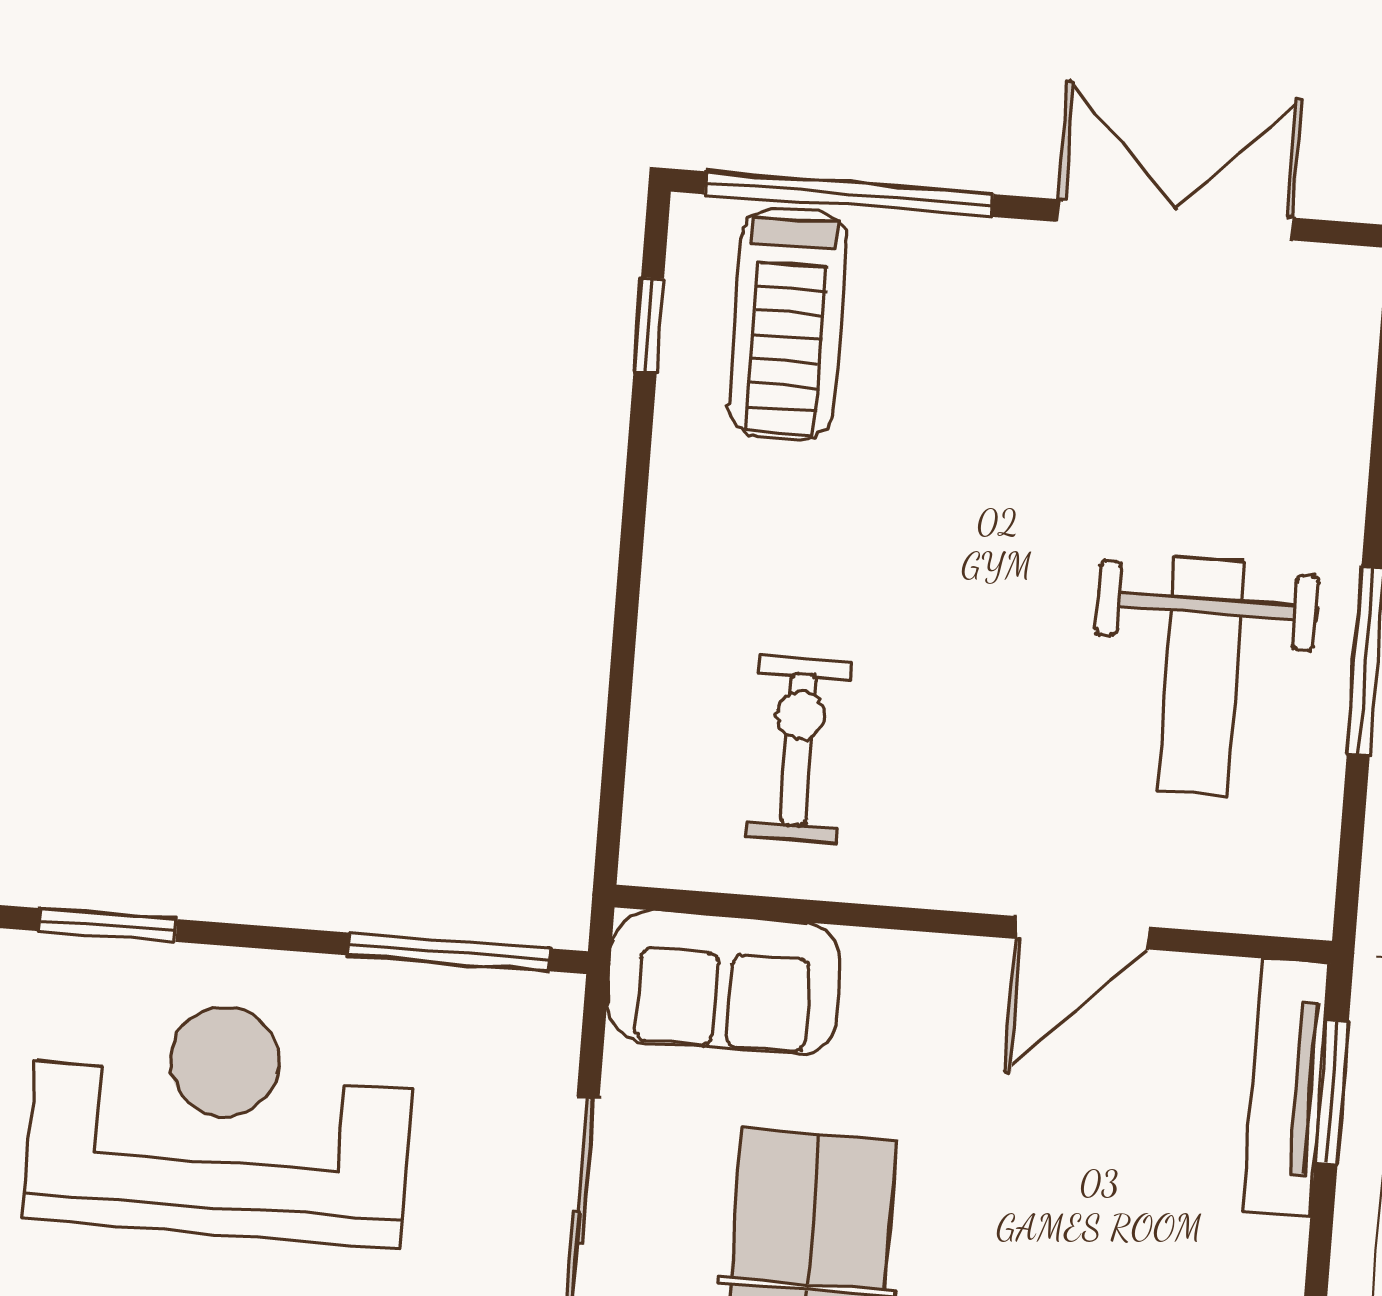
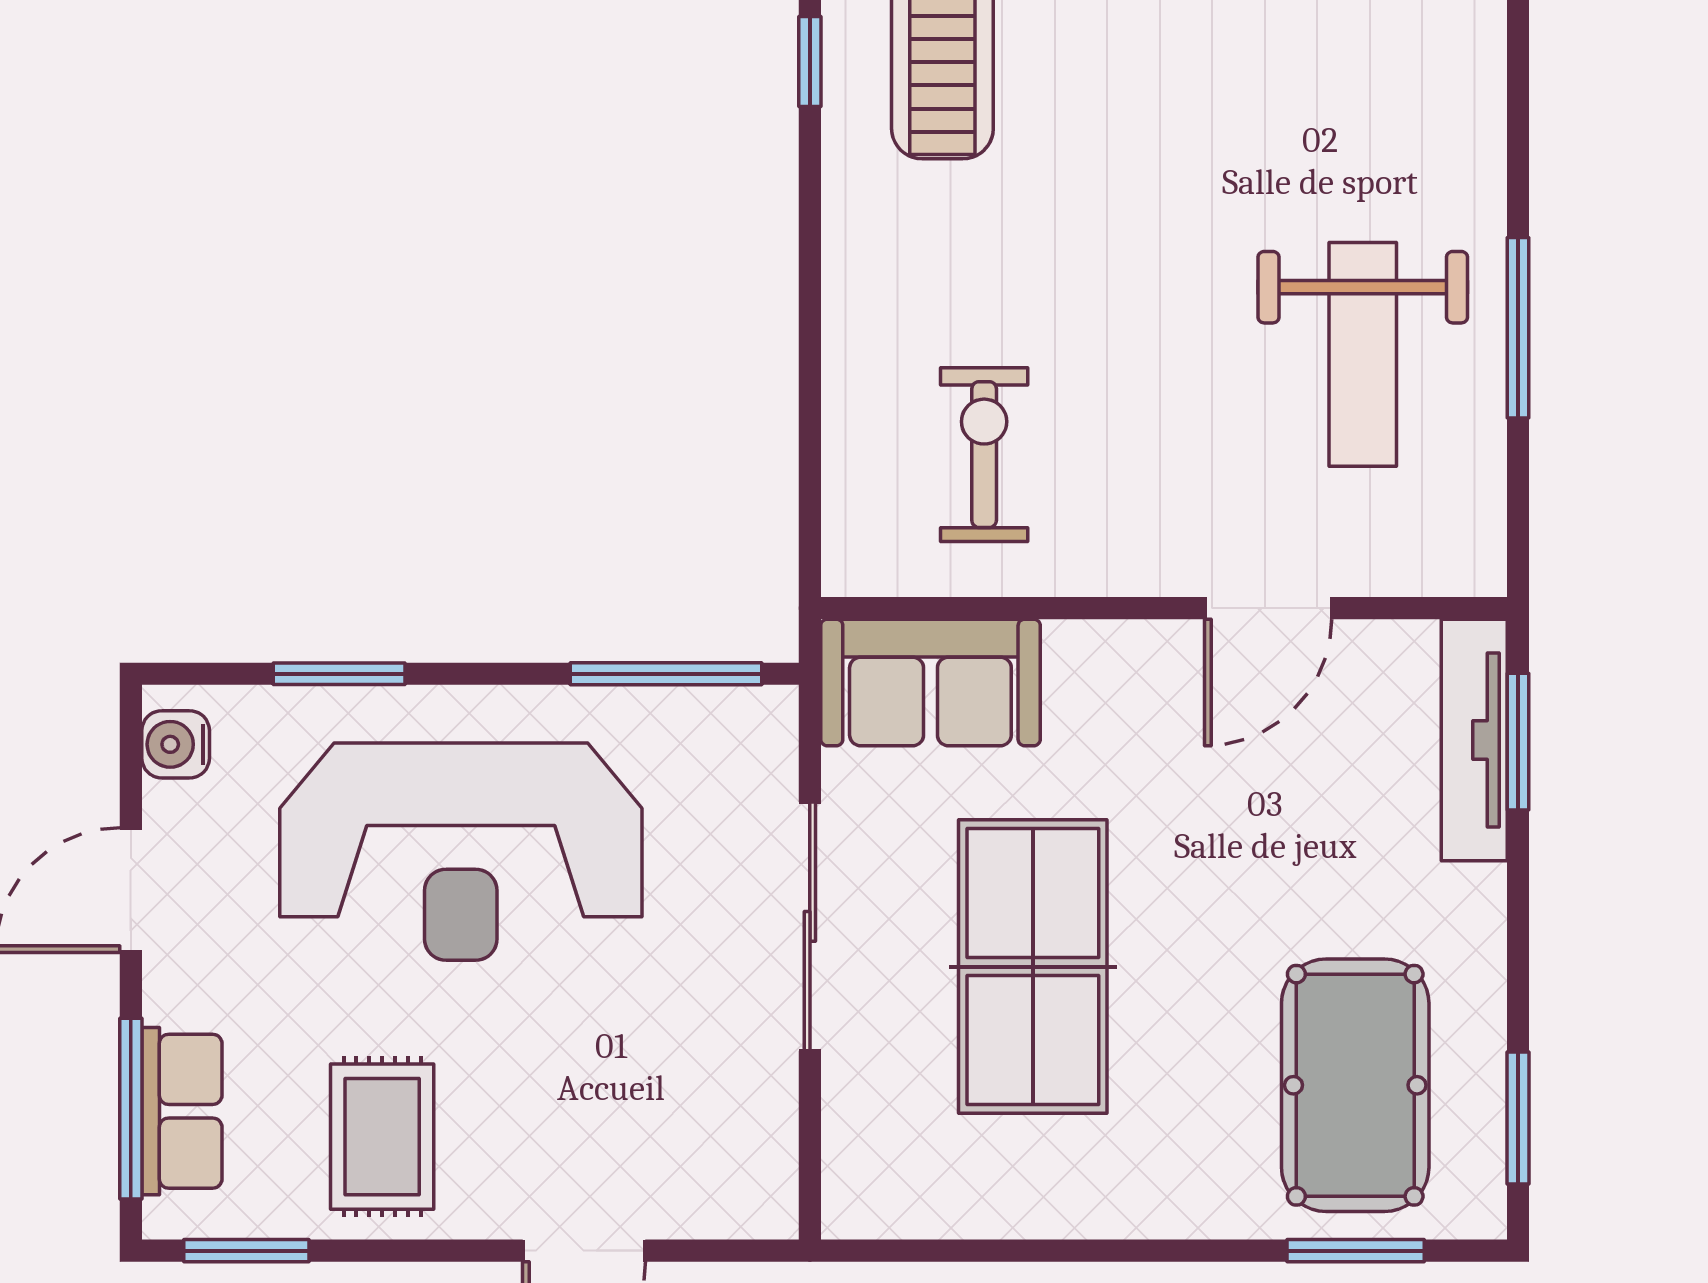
reception desk: (220, 1121) -> (461, 852), turned 180

